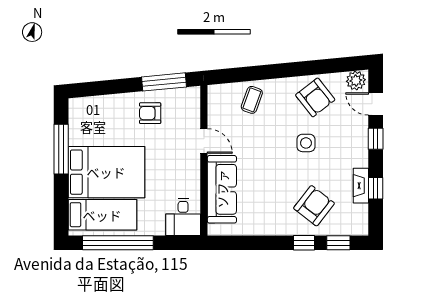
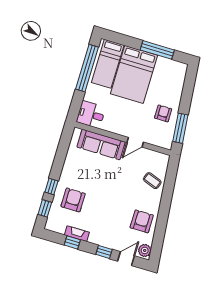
armchair: (315, 97) -> (142, 221), turned 128
side table: (306, 143) -> (114, 207), removed
armchair: (314, 206) -> (73, 200), turned -128

